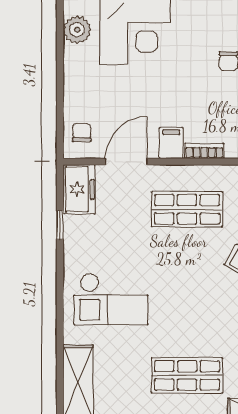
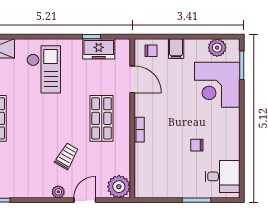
filing cabinet: (171, 143) -> (176, 49), moved, turned 90
freezer: (79, 189) -> (99, 49), moved
checkout: (111, 299) -> (44, 69), turned 180

